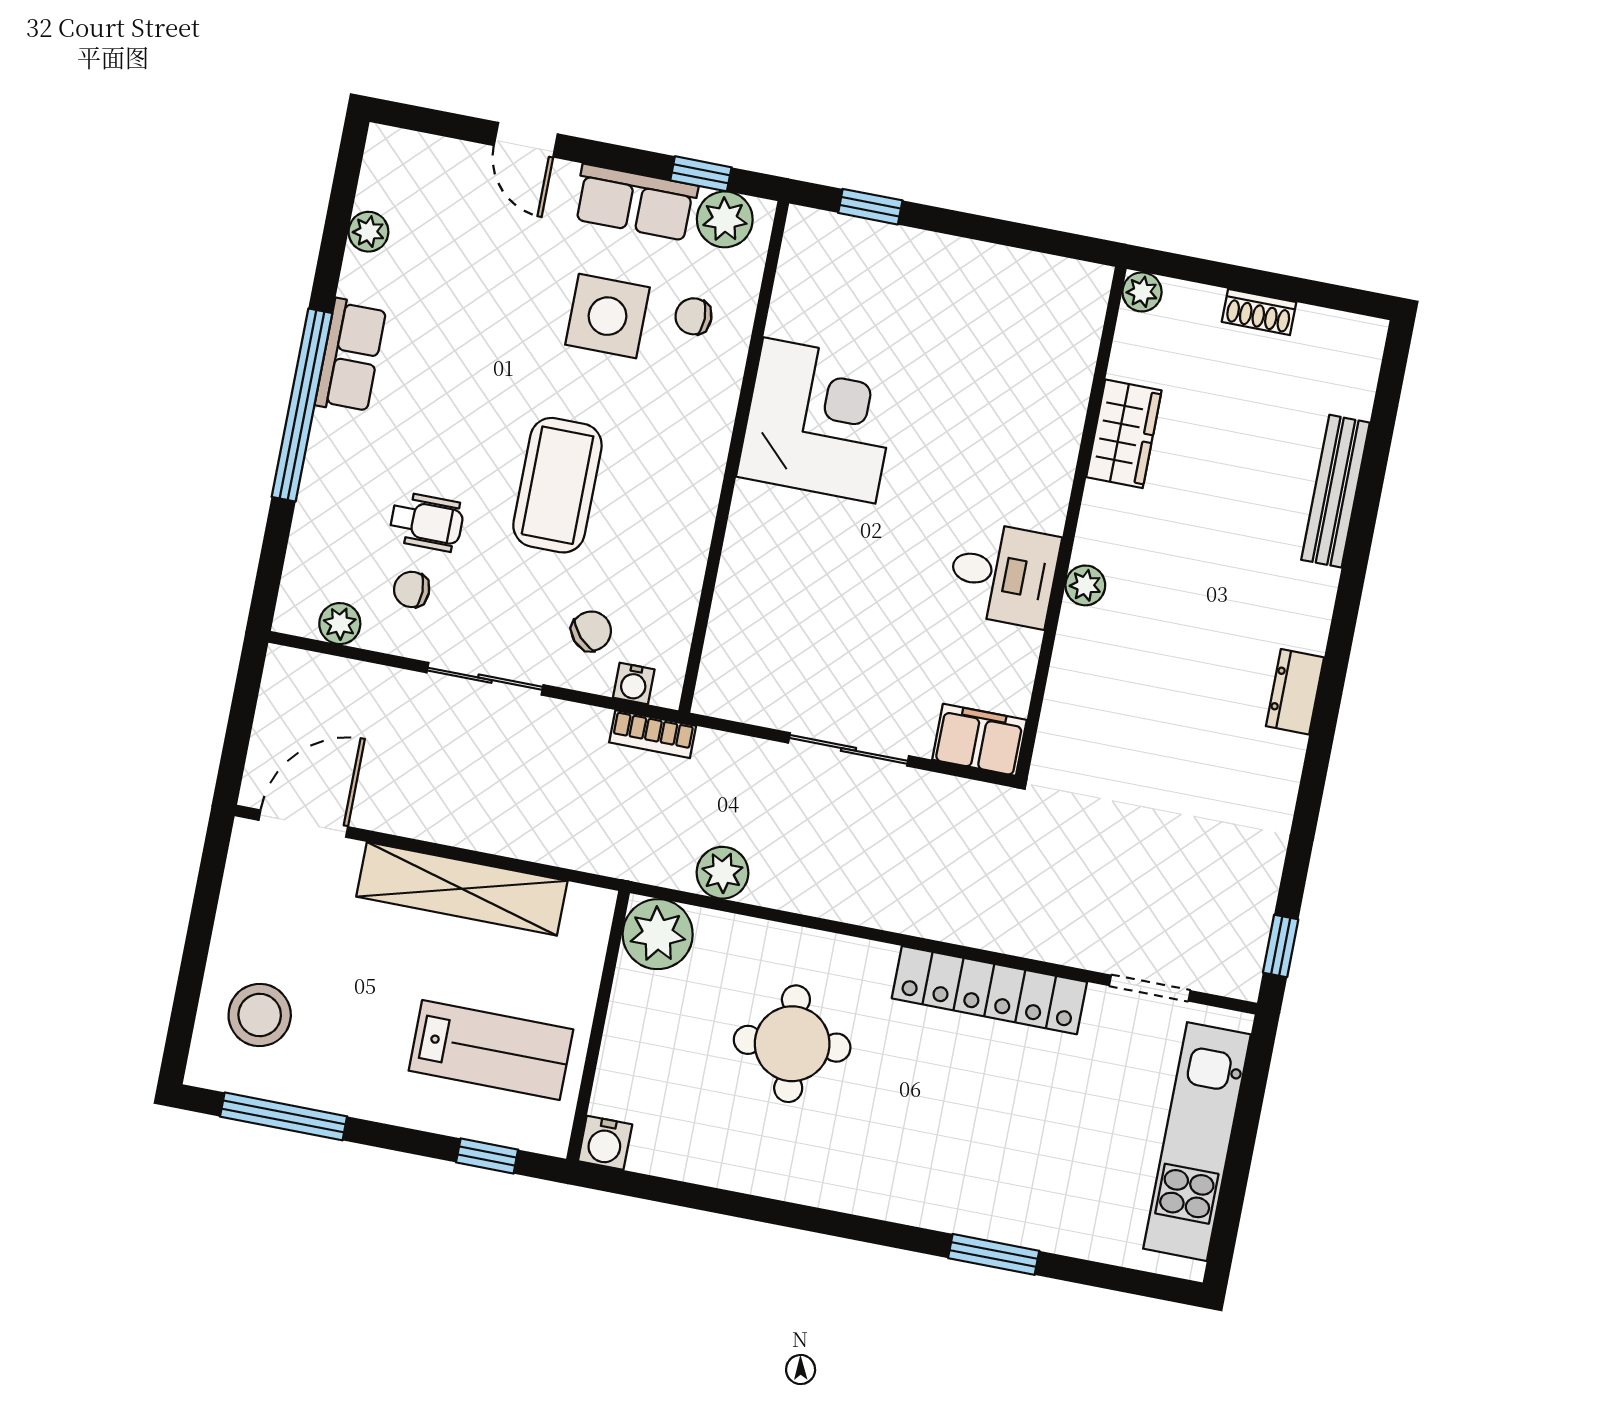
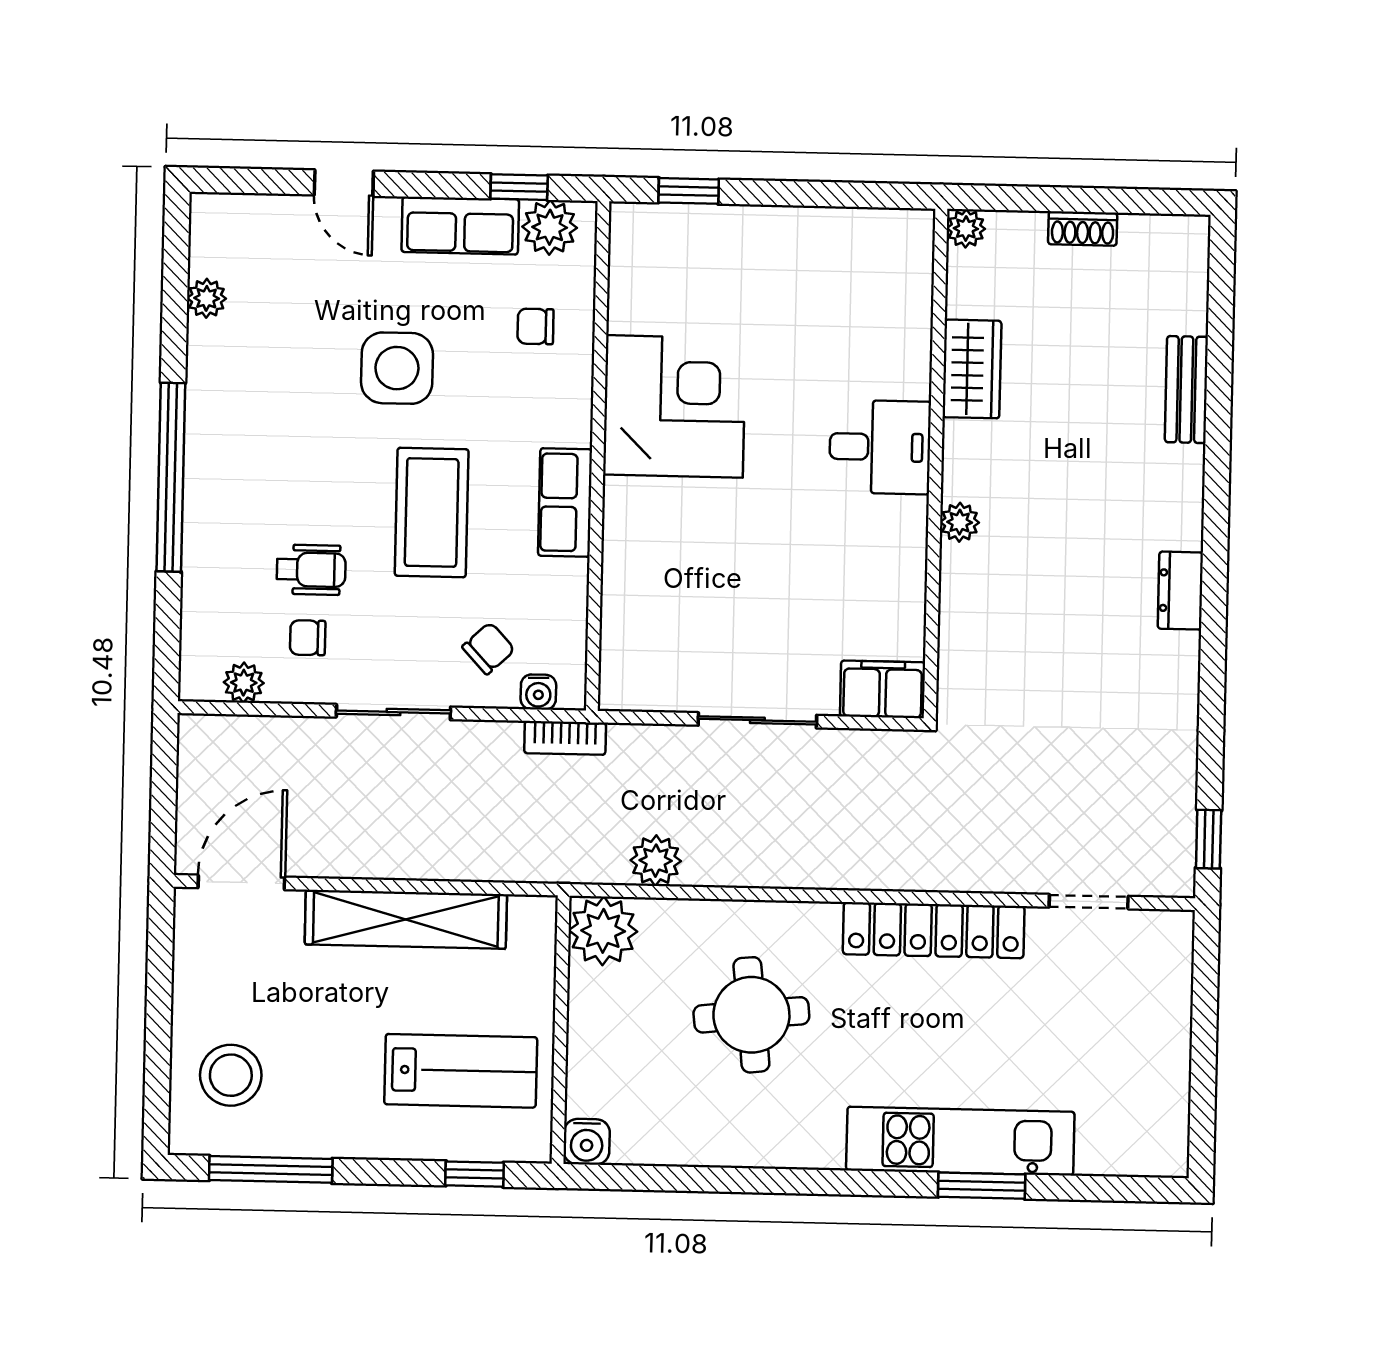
side table: (607, 316) -> (397, 368), moved
row of seats: (351, 356) -> (565, 502), moved, turned 180
bench: (1335, 491) -> (1186, 390), width x0.73
desk: (1003, 574) -> (880, 447), moved
kitchen unit: (1197, 1142) -> (960, 1141), moved, turned 90

